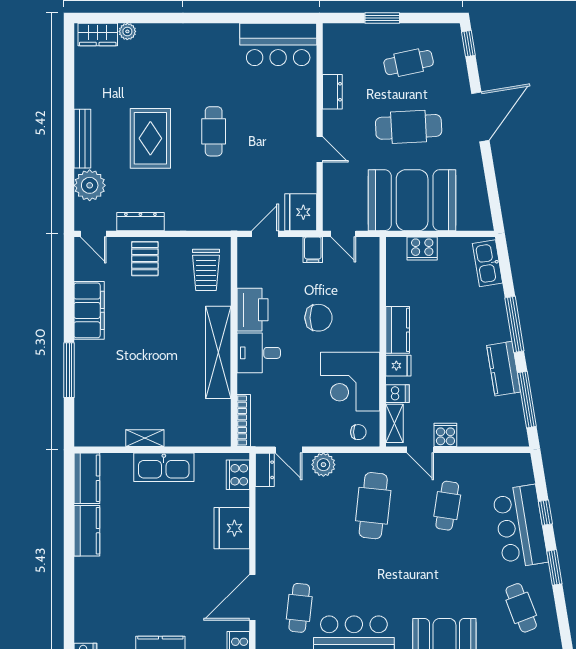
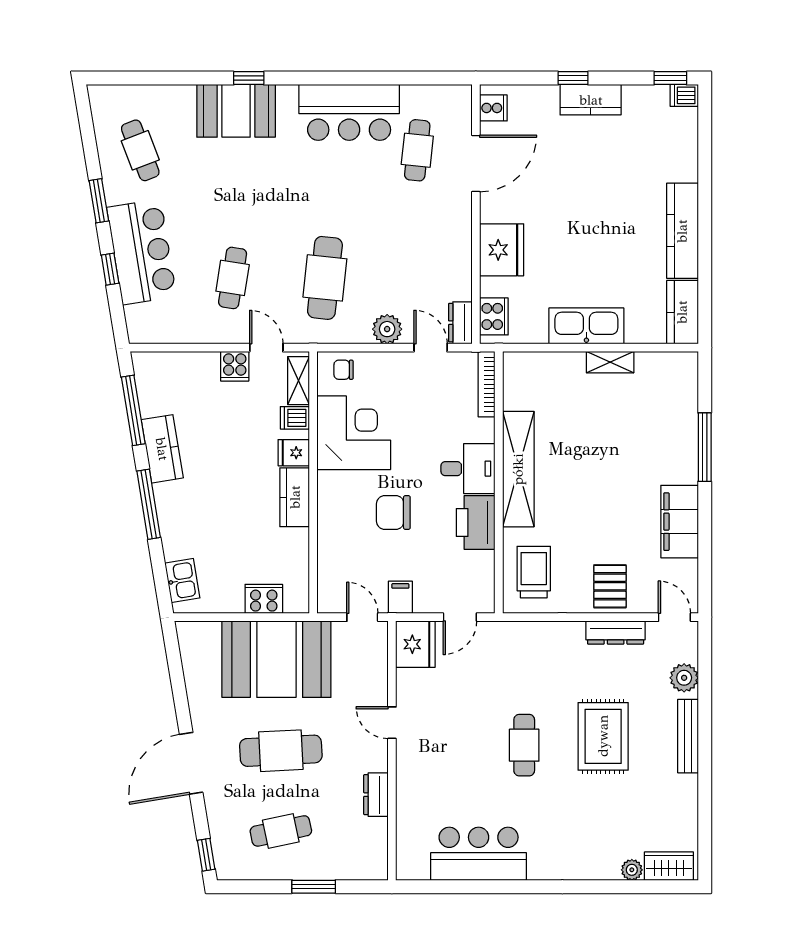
bar counter: (278, 44) -> (479, 854), moved
plant: (90, 185) -> (684, 678), width x0.73, depth x0.73
kitchen sink: (487, 263) -> (182, 581), width x0.73
kitchen counter: (87, 531) -> (682, 231), width x1.50

